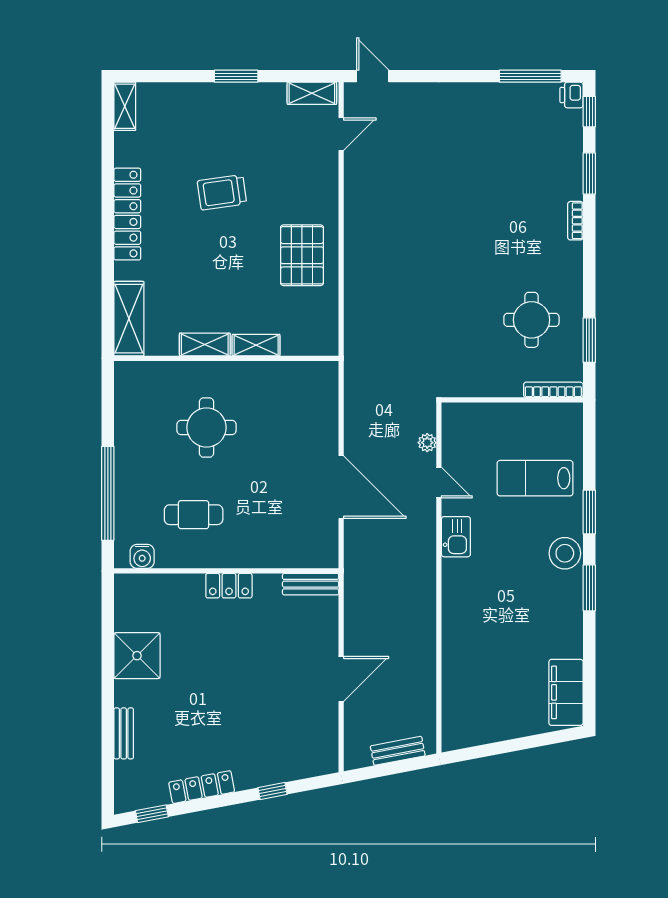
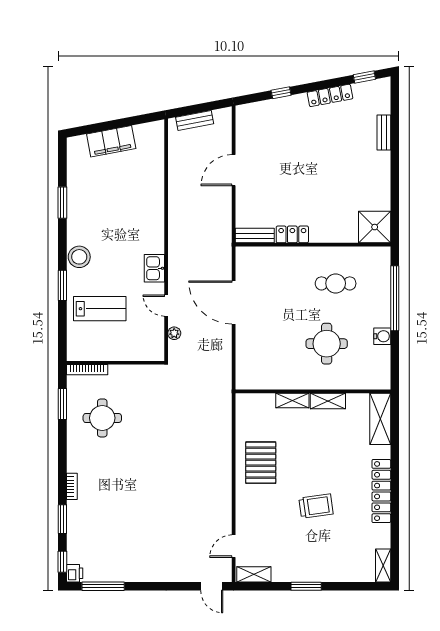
water cooler: (142, 556) -> (382, 336), moved, turned 90
locker: (229, 586) -> (292, 234), moved
window: (589, 588) -> (62, 203), moved
shower: (137, 656) -> (375, 227), moved
filing cabinet: (566, 692) -> (111, 141), moved, turned 79

